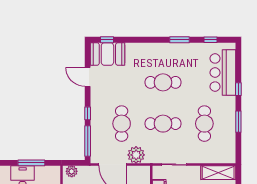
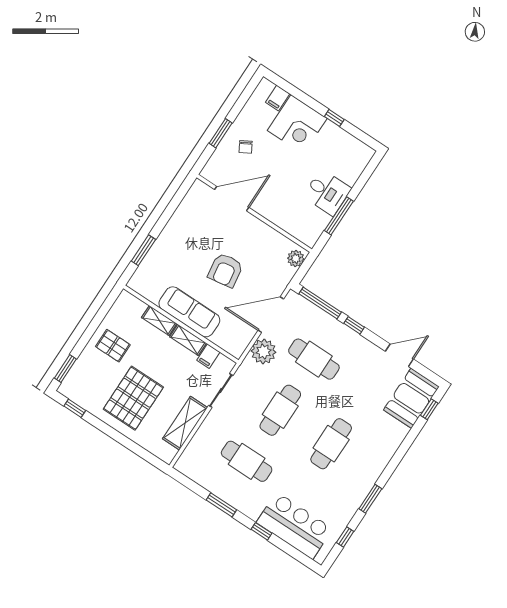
shelving: (218, 173) -> (185, 423), moved

